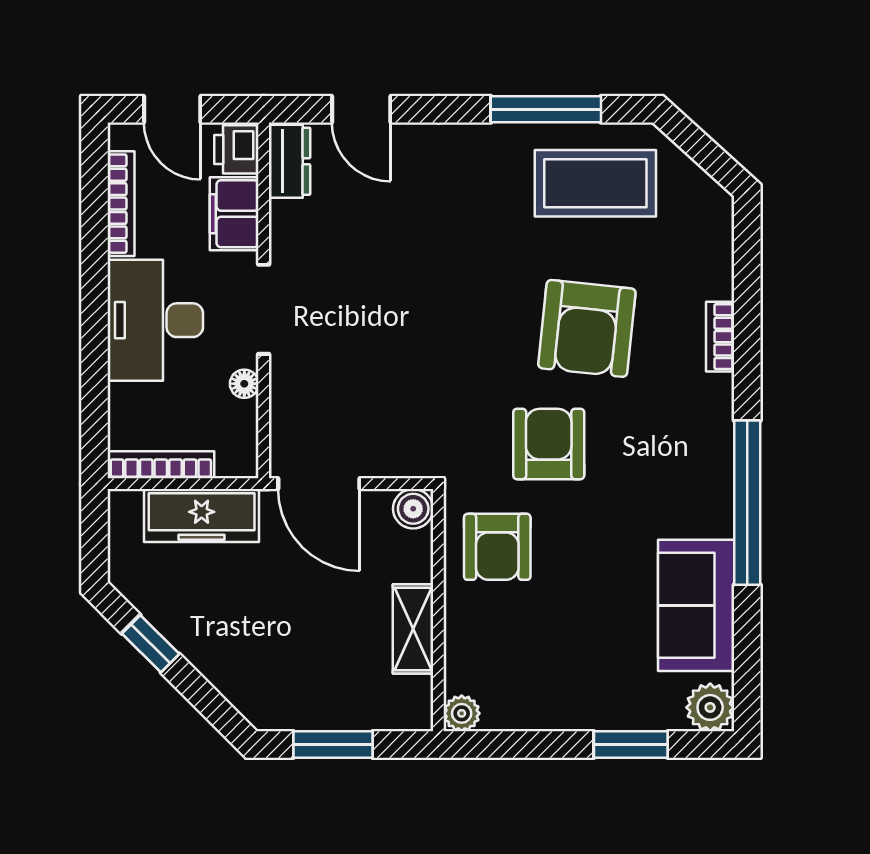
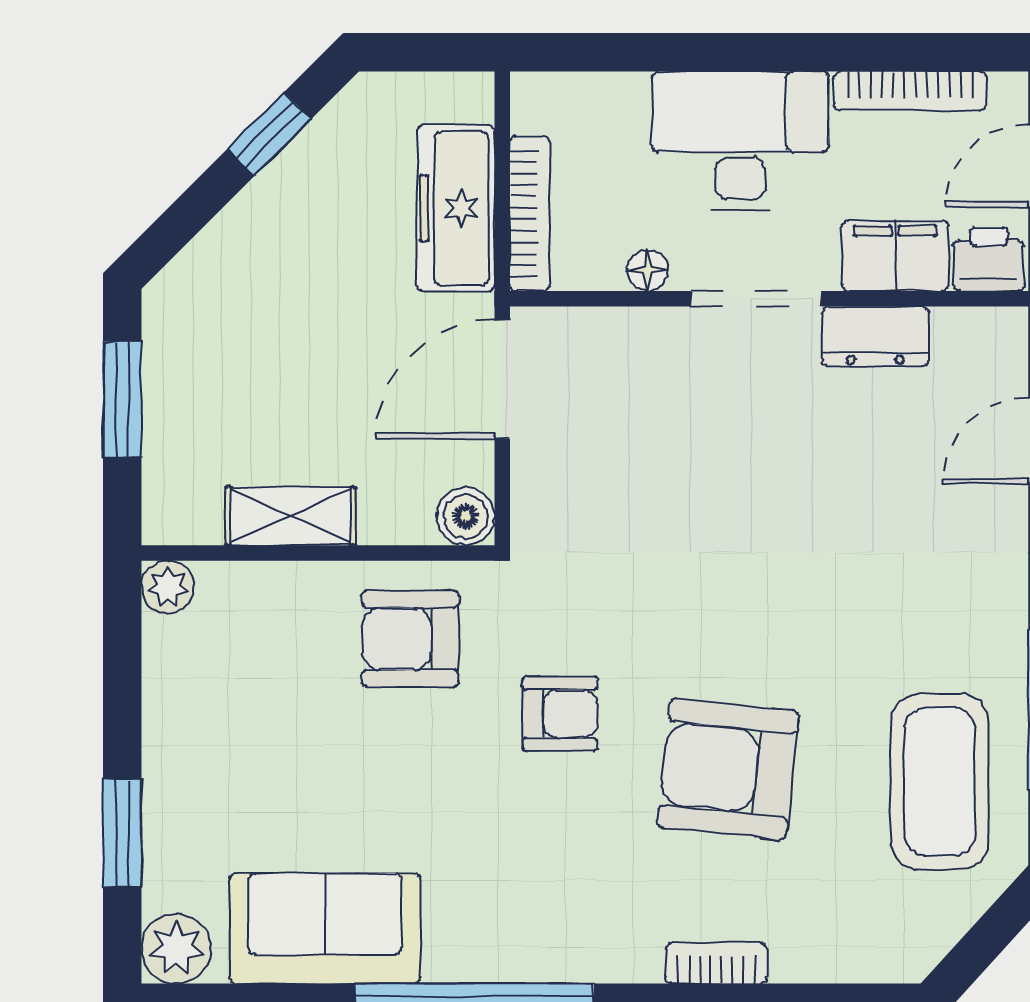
dresser: (290, 161) -> (875, 336), moved
armchair: (549, 444) -> (560, 714), width x0.72, depth x0.72
bookcase: (161, 465) -> (530, 214), moved

